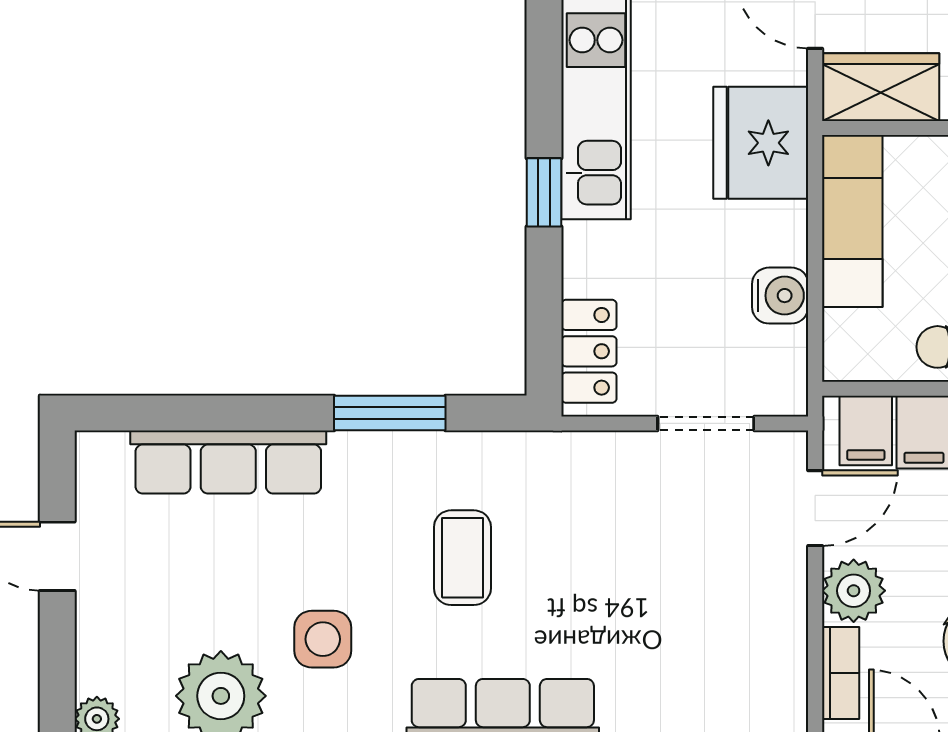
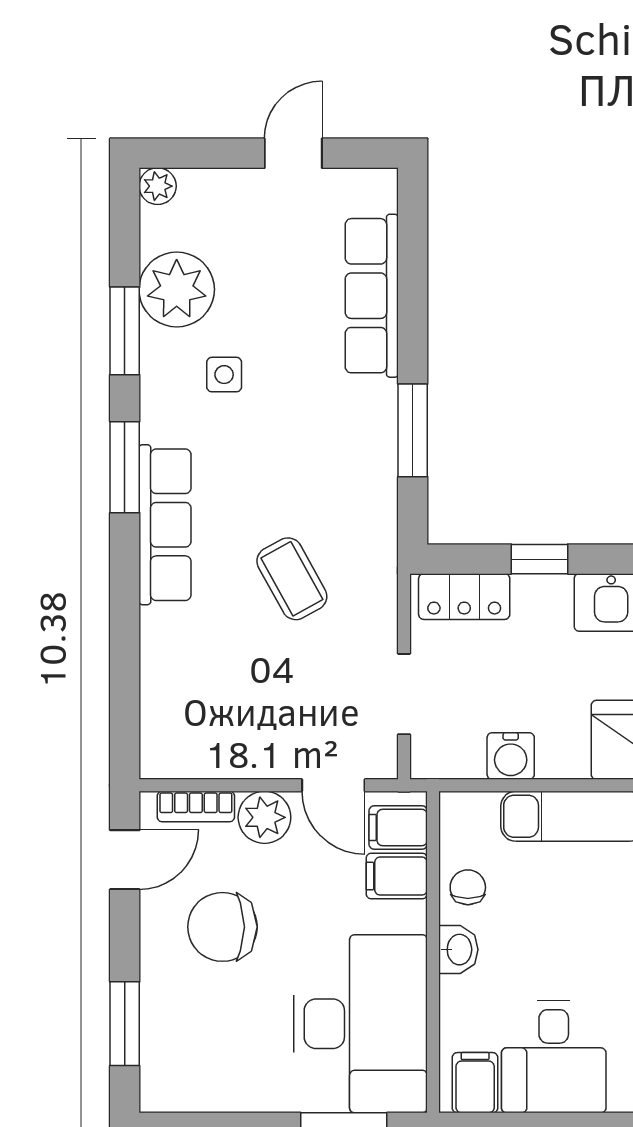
window: (544, 192) -> (540, 559), moved
coffee table: (462, 558) -> (292, 579), moved, turned 61
side table: (323, 639) -> (224, 375), width x0.73, depth x0.73

